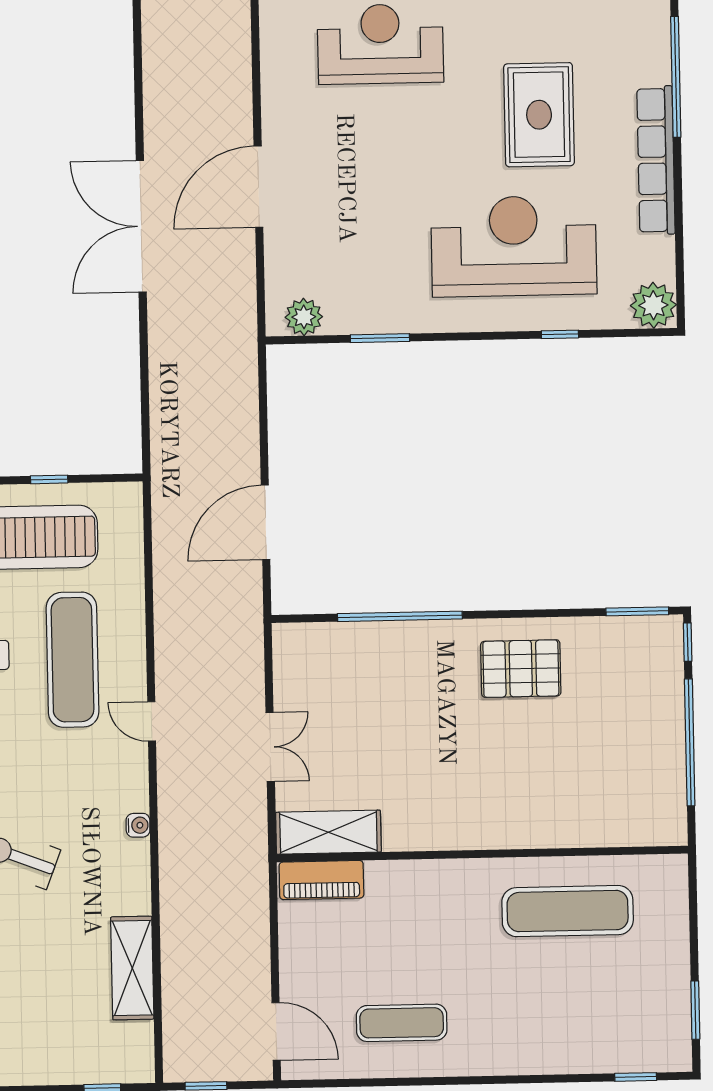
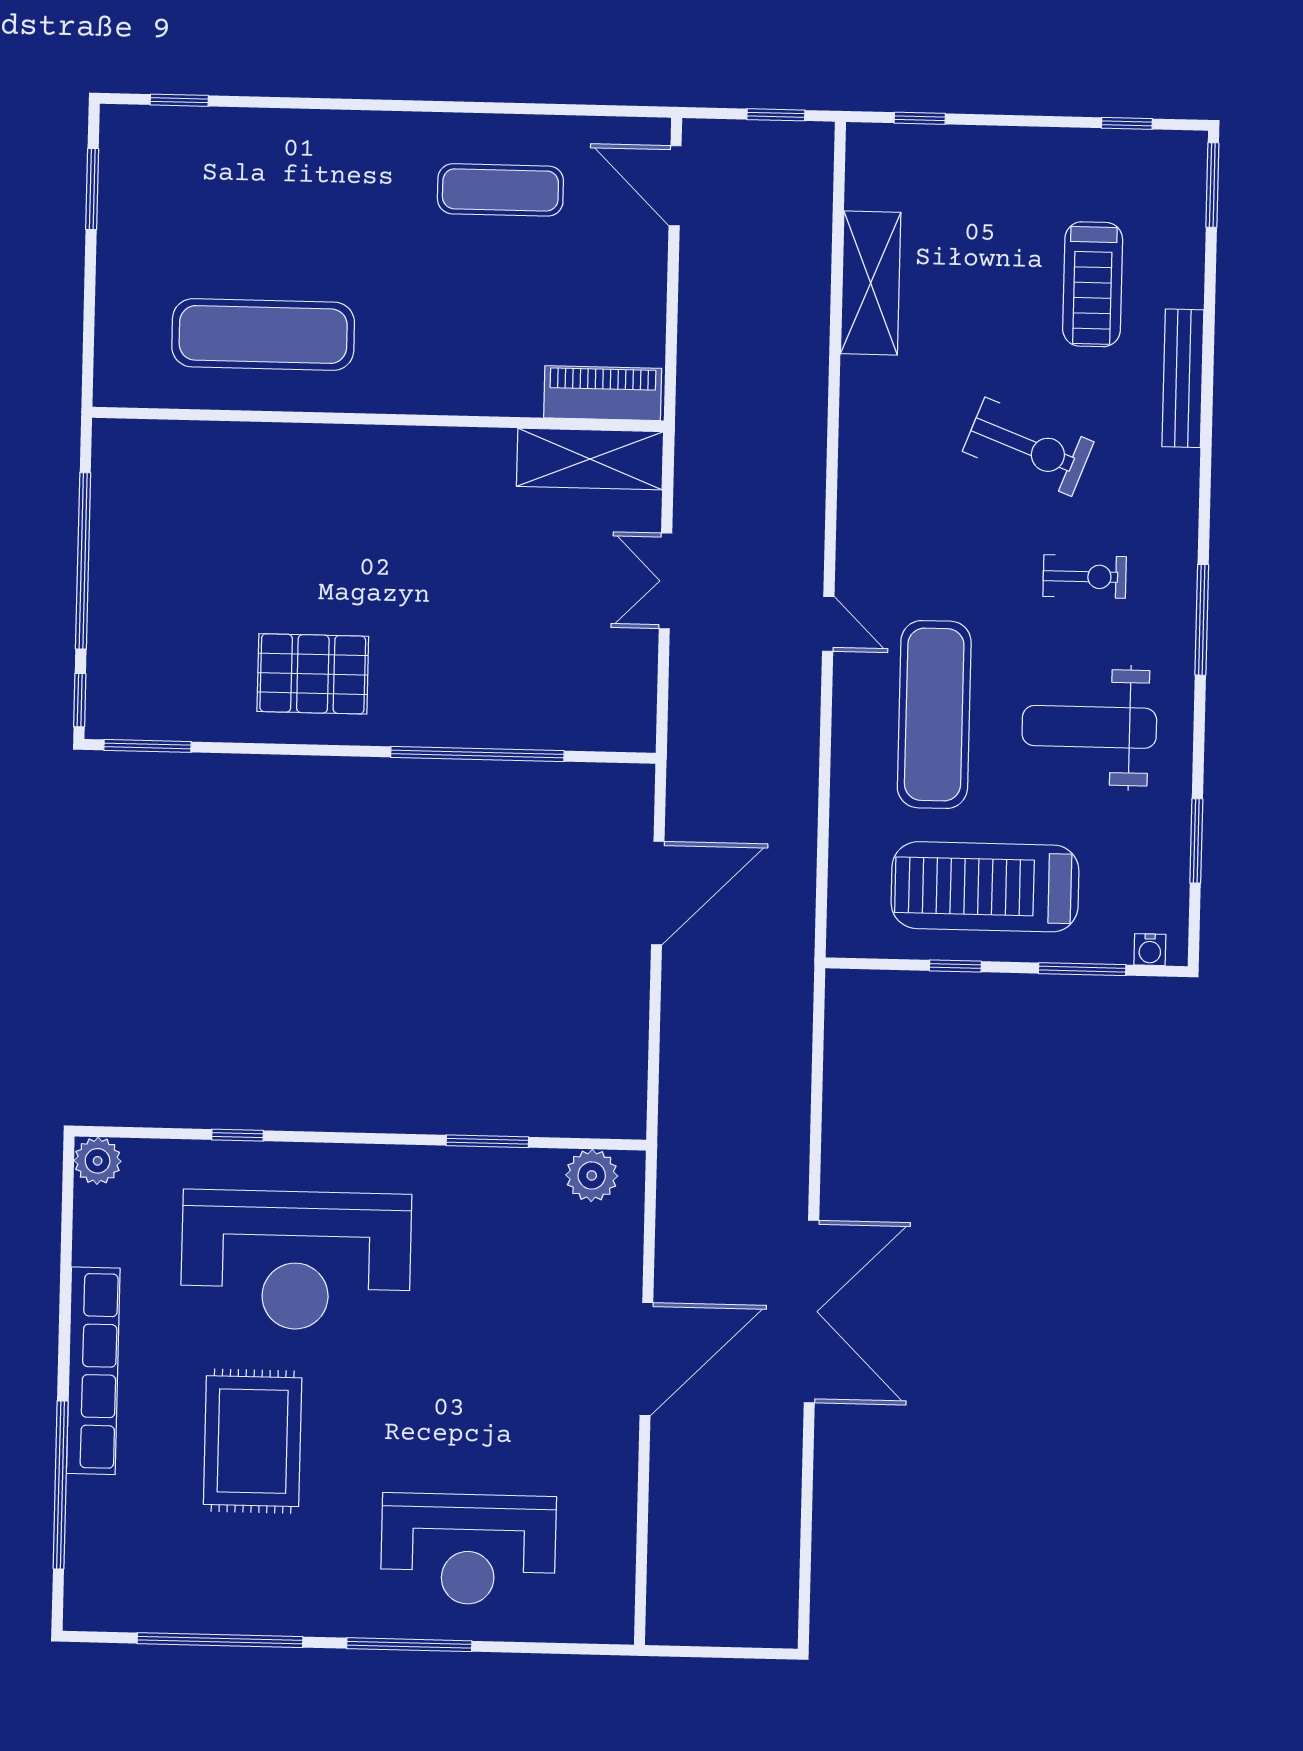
plant: (653, 305) -> (98, 1161), width x0.73, depth x0.73
water cooler: (138, 825) -> (854, 481), removed

